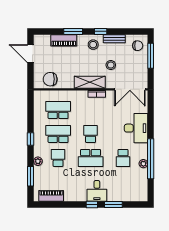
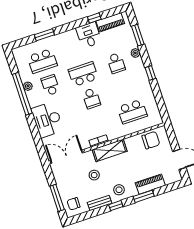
school desk: (58, 134) -> (42, 61), moved
desk: (97, 191) -> (89, 35), moved
window: (92, 204) -> (94, 18), moved

